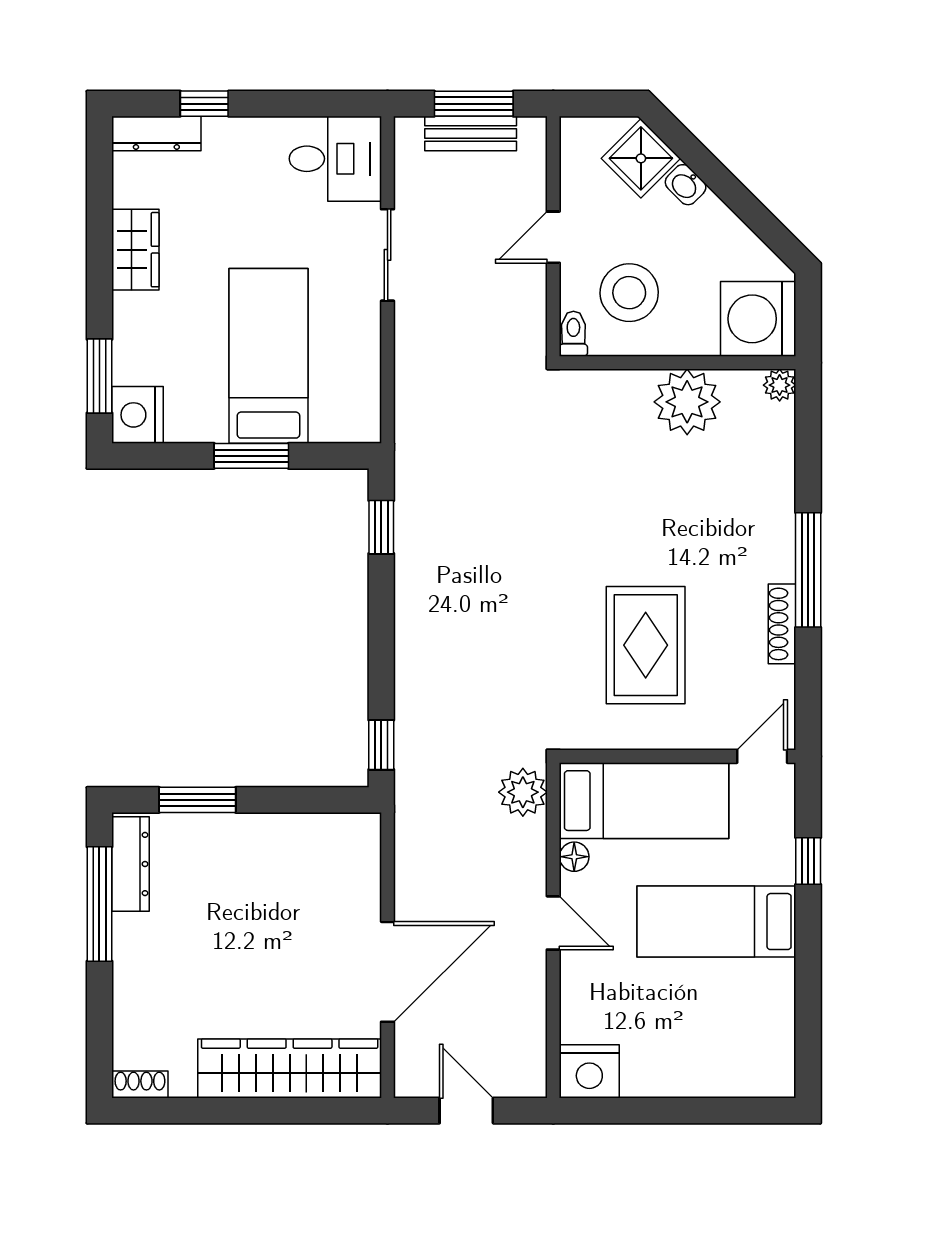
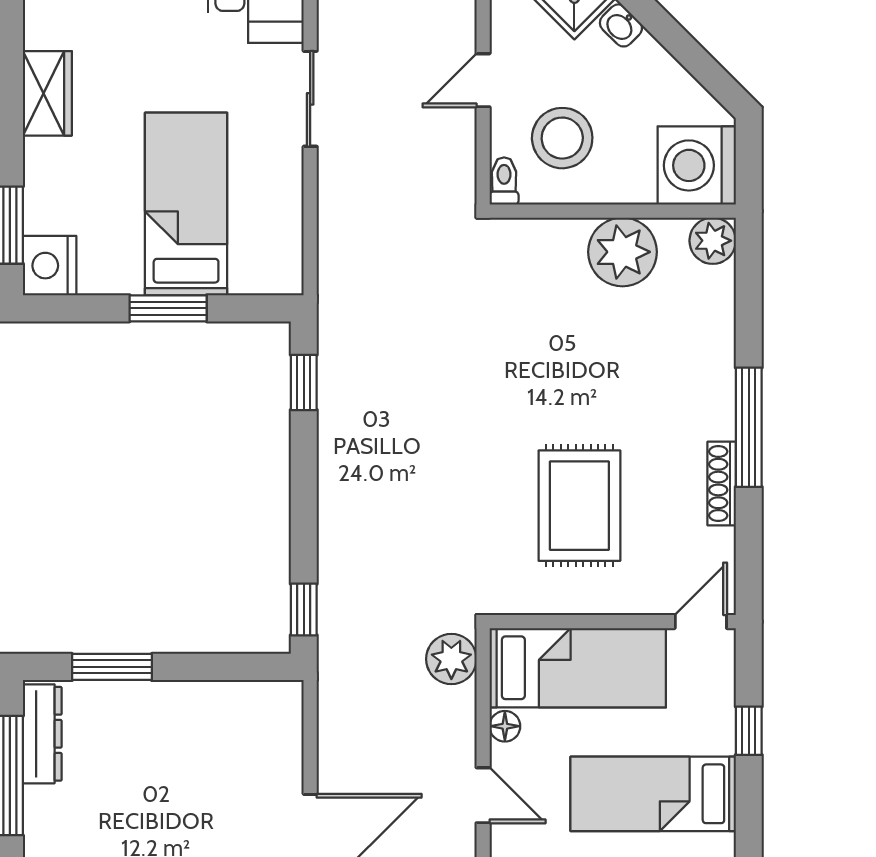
plant: (780, 385) -> (713, 241), width x1.38, depth x1.38

